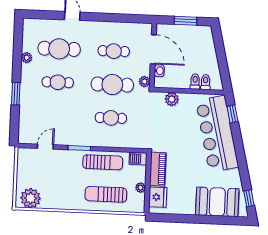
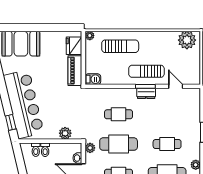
dresser: (79, 140) -> (146, 93), added
door: (45, 147) -> (176, 86), swing flipped
sun lounger: (103, 162) -> (146, 71), moved
plant: (140, 188) -> (90, 36), moved

